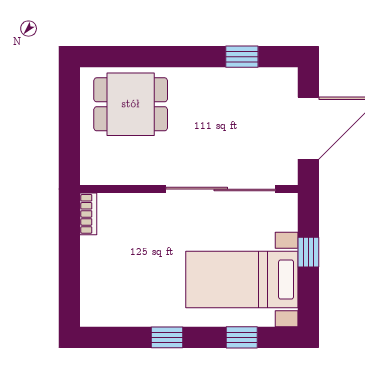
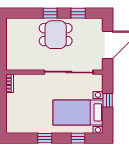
window: (179, 57) -> (50, 13), added
dining table: (131, 104) -> (56, 35), moved

